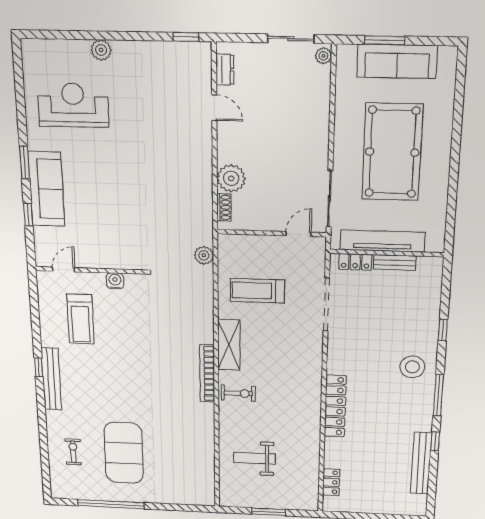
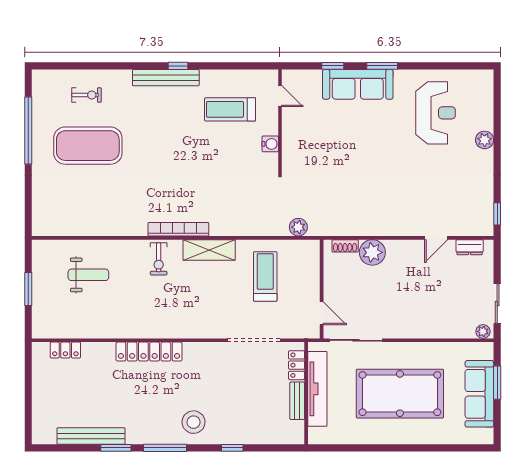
window: (435, 441) -> (116, 448), width x1.50
weight bench: (255, 458) -> (88, 275), turned 90

